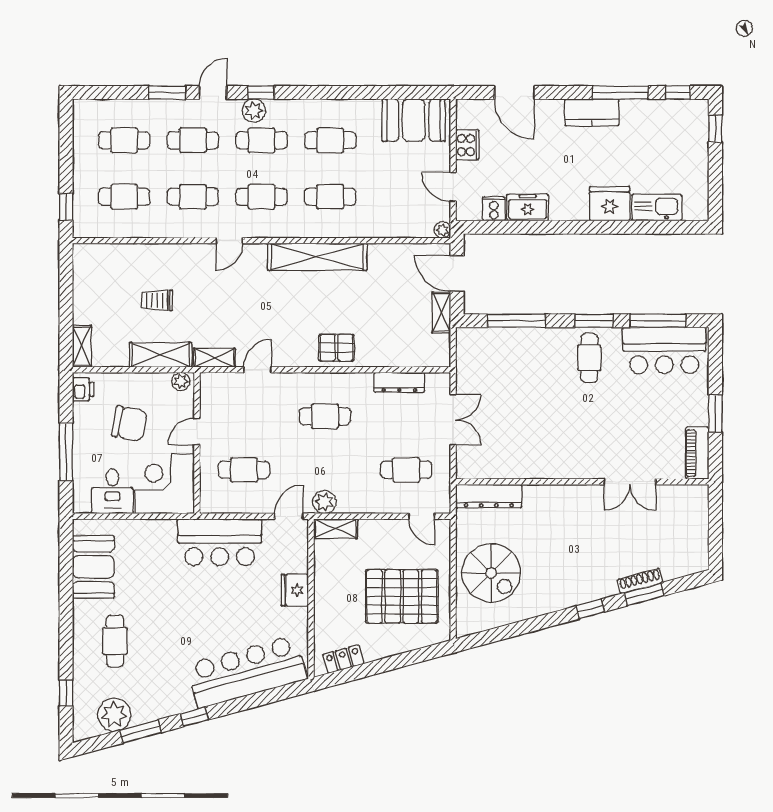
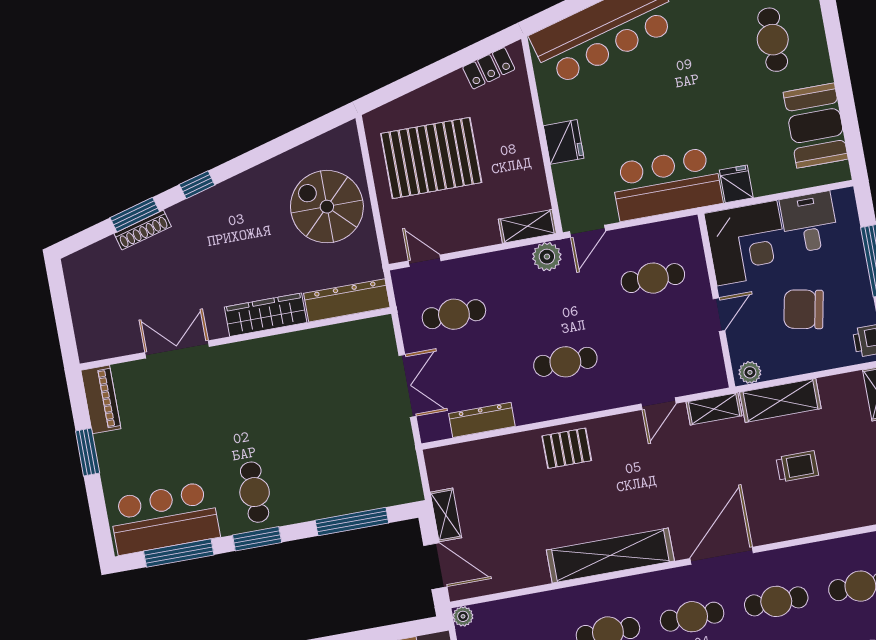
door: (229, 241) -> (722, 556), width x1.87
double door: (453, 420) -> (408, 386), swing flipped
wardrobe: (555, 496) -> (266, 315), added
fridge: (165, 532) -> (736, 184), added

